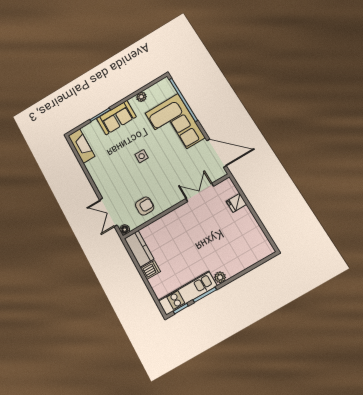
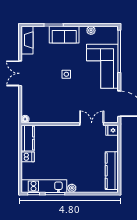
fridge: (236, 203) -> (112, 130), moved
armchair: (145, 206) -> (48, 111), removed
double door: (108, 212) -> (20, 73), moved
kitchen counter: (253, 231) -> (112, 171), added

